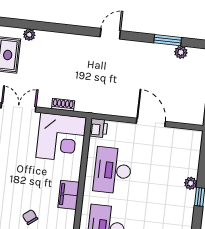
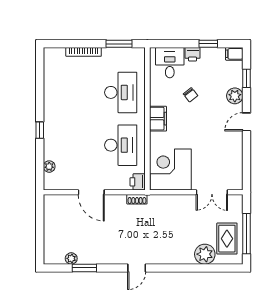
plant: (29, 35) -> (205, 254), width x1.88, depth x1.88
shoe rack: (63, 105) -> (137, 199), moved
plant: (191, 183) -> (49, 167), moved

